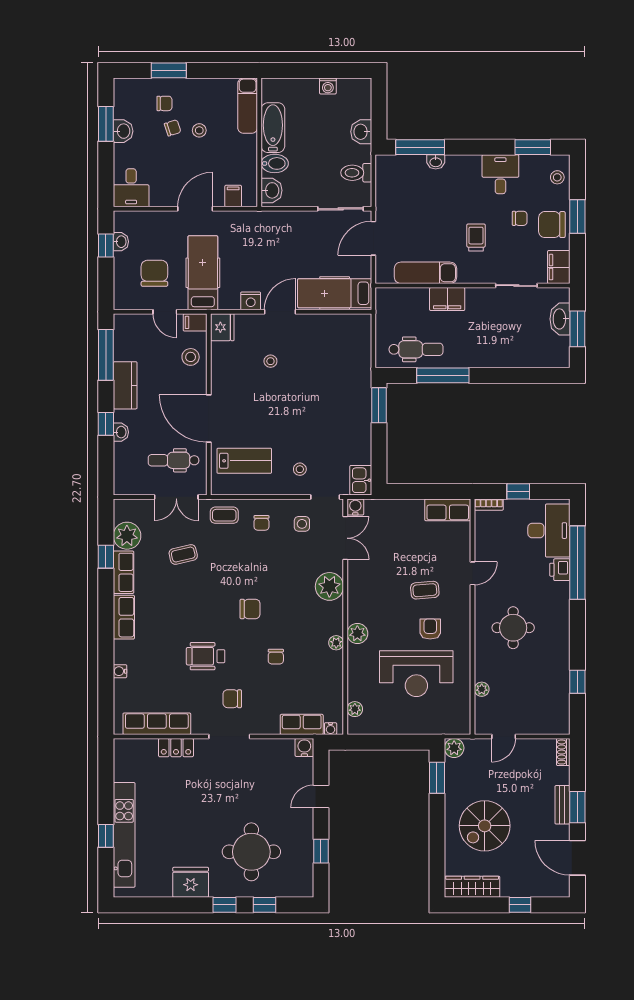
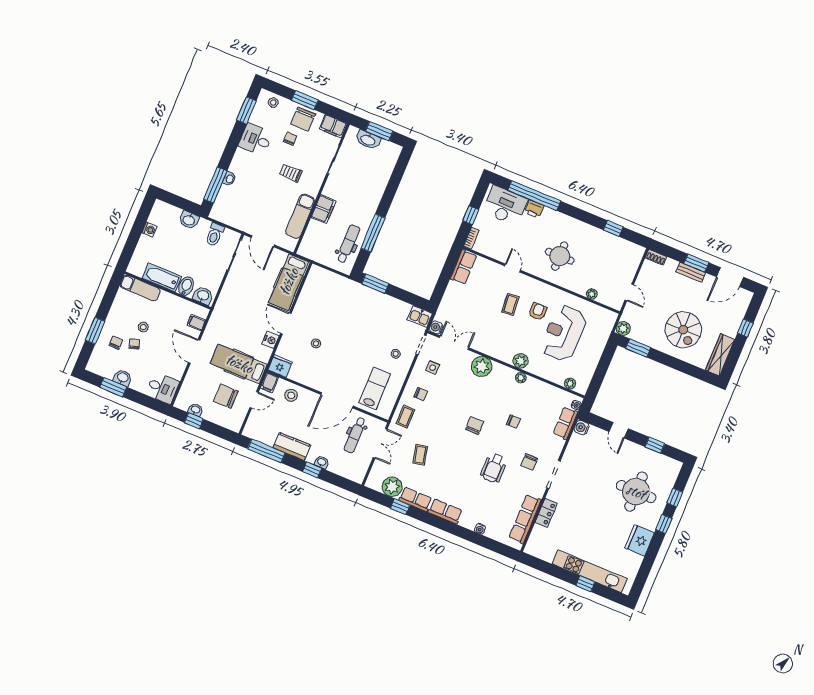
armchair: (430, 629) -> (538, 311), turned 90
reception desk: (416, 674) -> (564, 333), turned 180

